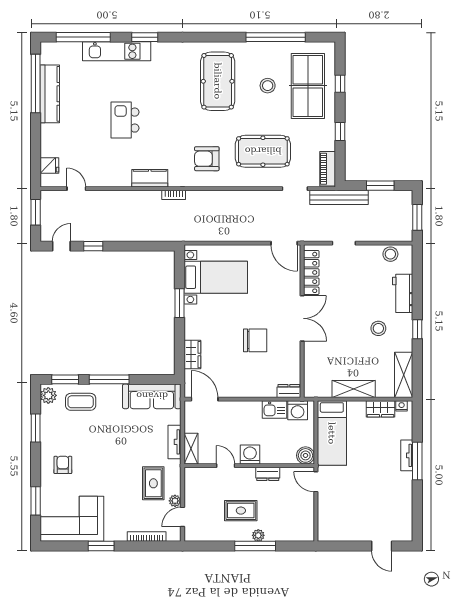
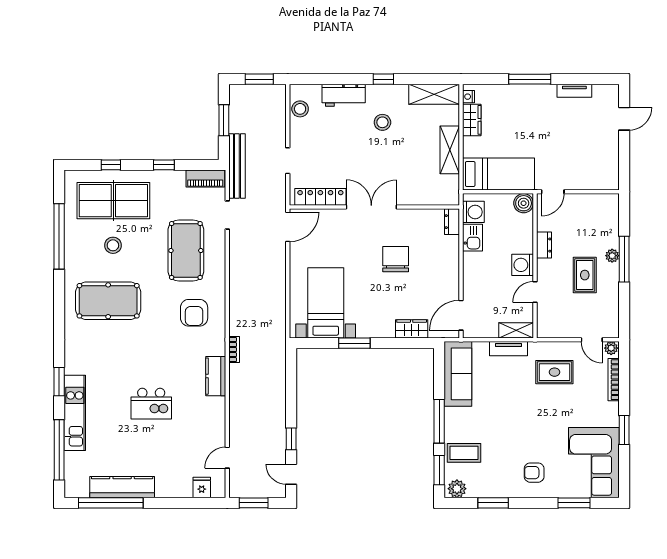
coffee table: (81, 402) -> (464, 453), turned 90
tv unit: (407, 455) -> (574, 91), moved
plant: (175, 501) -> (611, 348), moved

